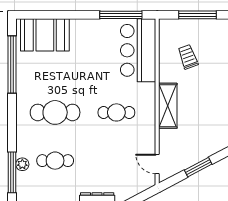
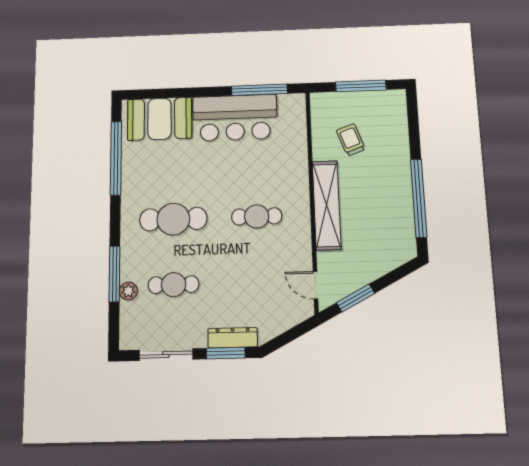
bar counter: (138, 50) -> (235, 118), moved, turned -90
shelving: (168, 106) -> (327, 205), width x1.47
window: (198, 167) -> (356, 298), moved
window: (12, 172) -> (114, 274), moved

